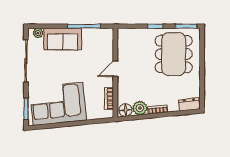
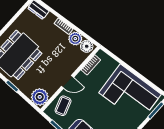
plant: (126, 37) -> (40, 97), added
coffee table: (102, 47) -> (63, 106), added

